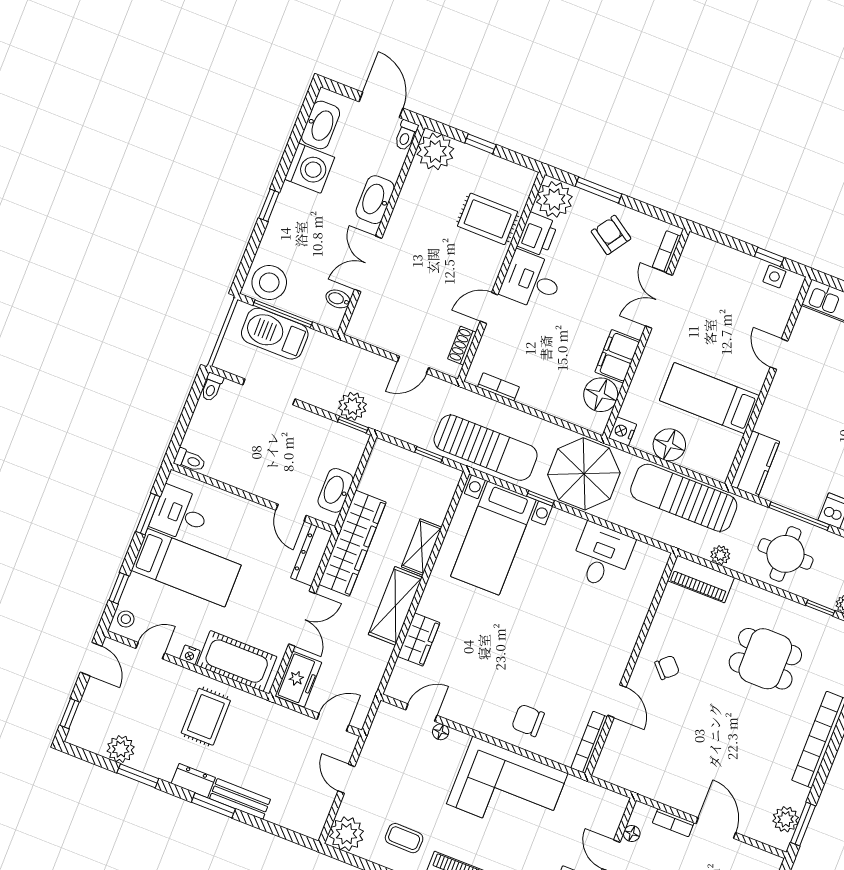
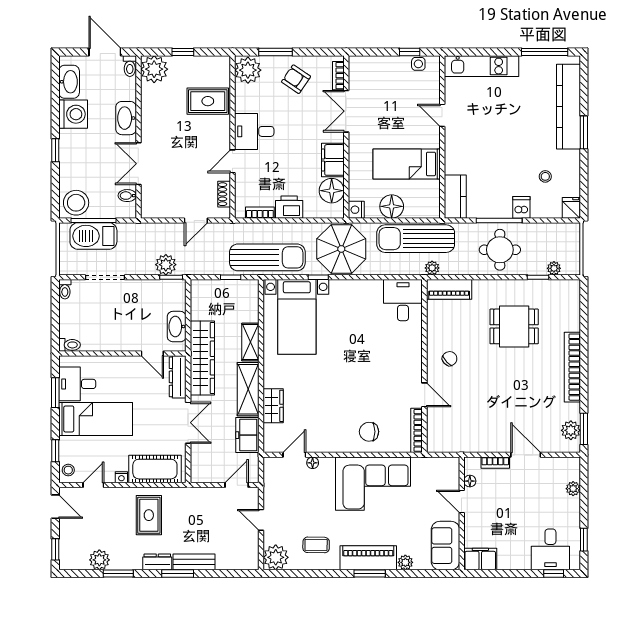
printer: (537, 234) -> (289, 207), moved, turned -90
plant: (720, 555) -> (432, 268), moved
desk: (602, 556) -> (403, 300), moved
freezer: (298, 679) -> (247, 435), moved, turned 180

